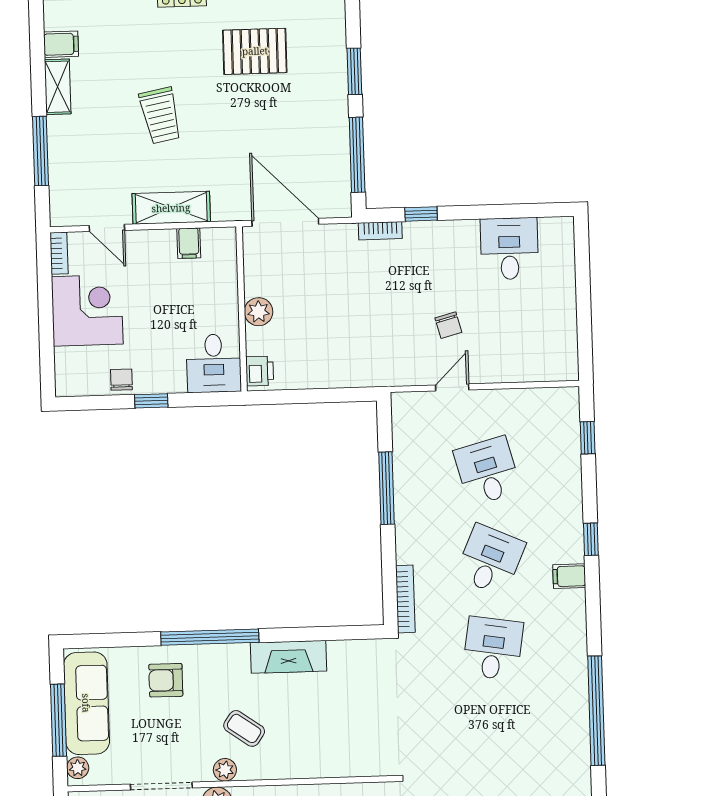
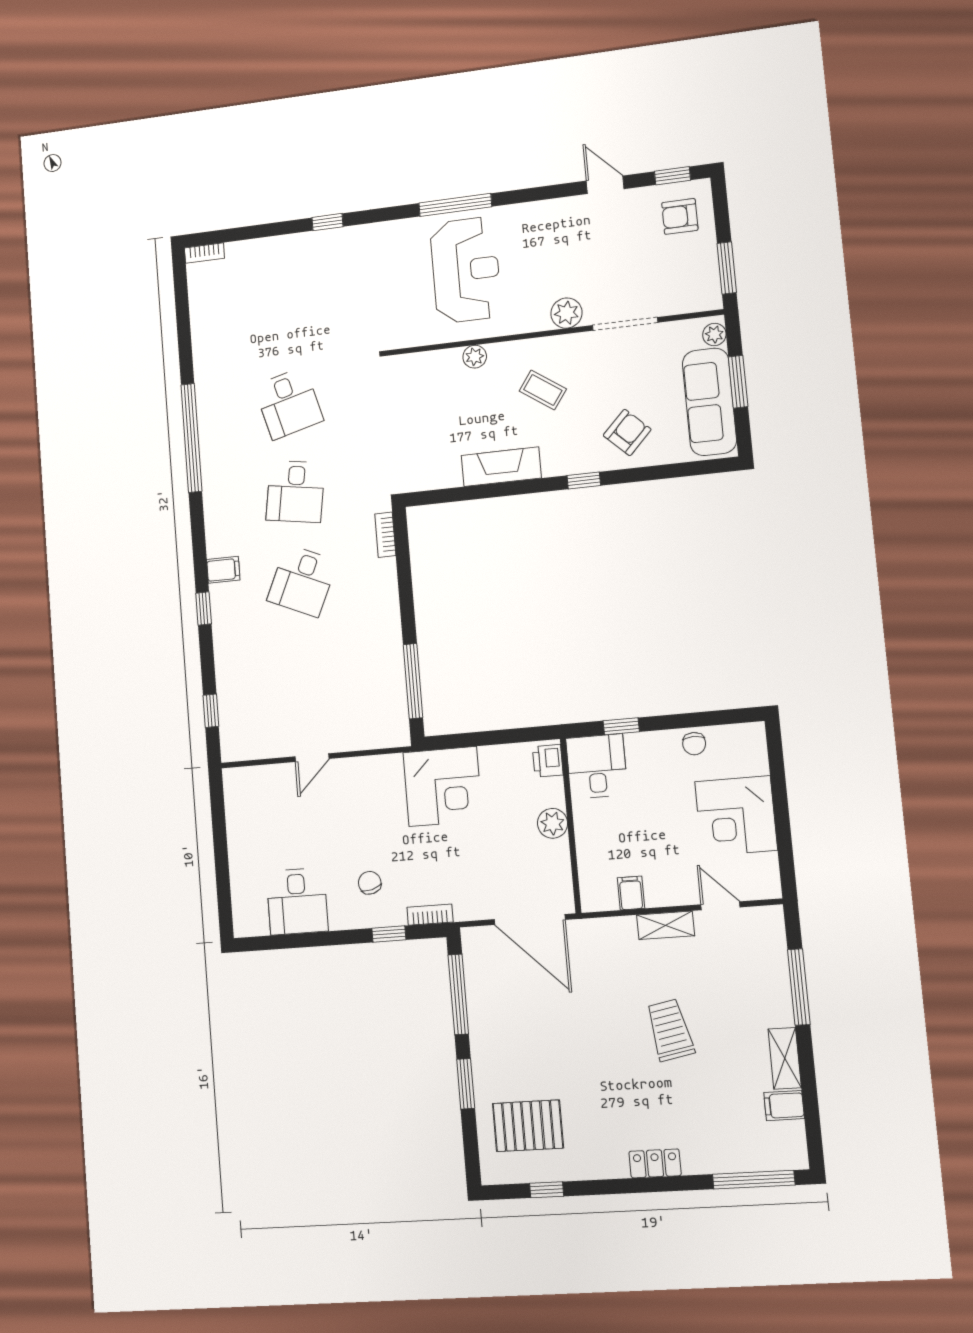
pallet: (255, 51) -> (528, 1126), moved
shelving: (171, 208) -> (666, 925), width x0.67, depth x0.75
bookcase: (59, 253) -> (771, 876), removed
chair: (448, 325) -> (370, 883), moved
corner desk: (362, 352) -> (443, 786), added
door: (452, 387) -> (312, 758), moved
window: (151, 401) -> (621, 726), moved
desk: (487, 471) -> (289, 403), moved
window: (386, 488) -> (413, 681), moved
bookcase: (405, 599) -> (385, 535), width x0.64
window: (210, 637) -> (584, 481), width x0.32
armchair: (166, 680) -> (627, 432), turned -46
window: (58, 720) -> (738, 382), width x0.69
plant: (225, 770) -> (475, 357), moved

